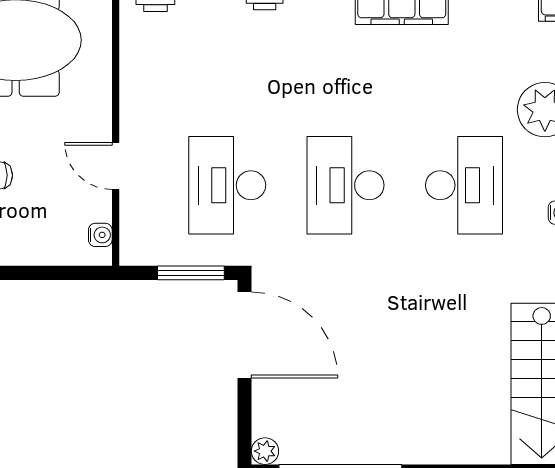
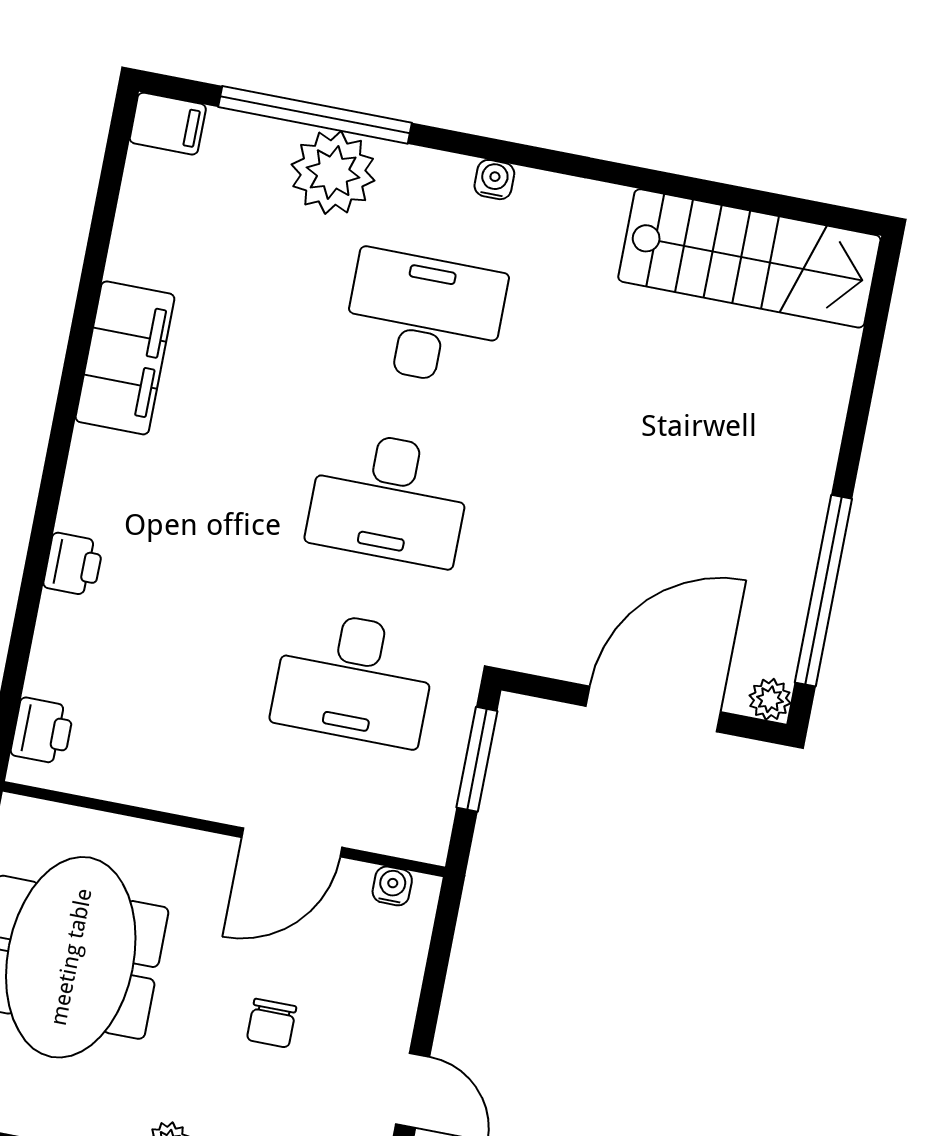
door: (116, 166) -> (292, 842), width x1.38
door: (244, 335) -> (653, 709), moved

